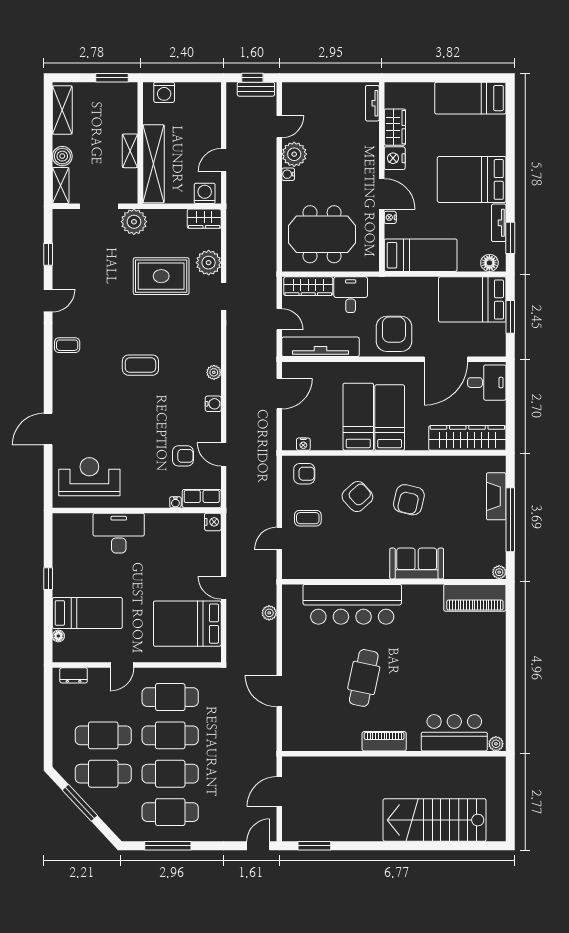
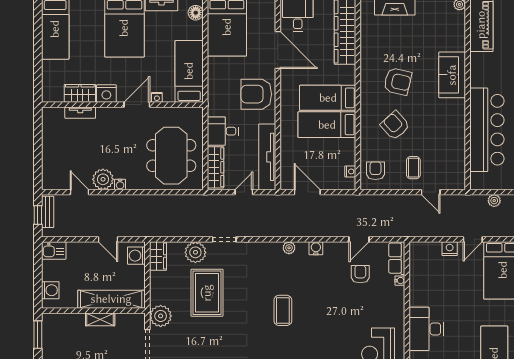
kitchen sink: (211, 96) -> (54, 250), added
tv unit: (372, 103) -> (80, 113), moved
nightstand: (213, 522) -> (450, 249), moved

